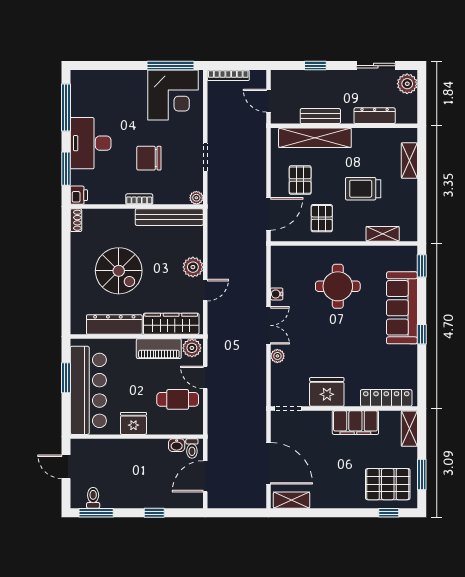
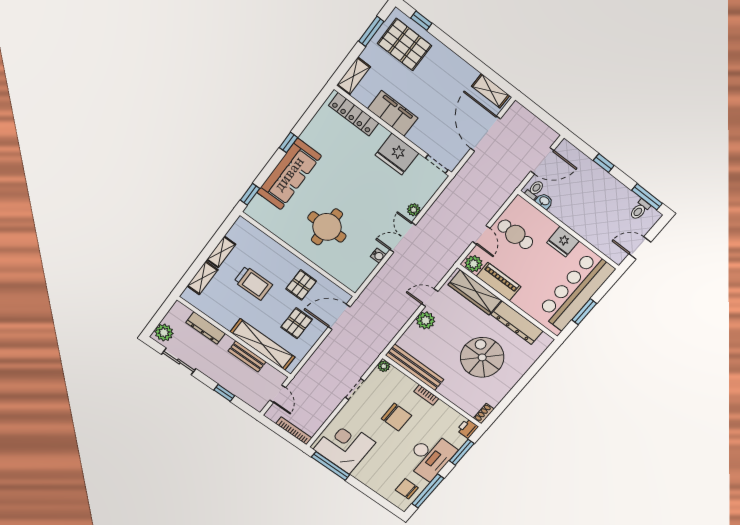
chair: (86, 95) -> (407, 489), added
shelving: (383, 234) -> (221, 252), moved, turned 90
door: (66, 467) -> (640, 248), swing flipped

